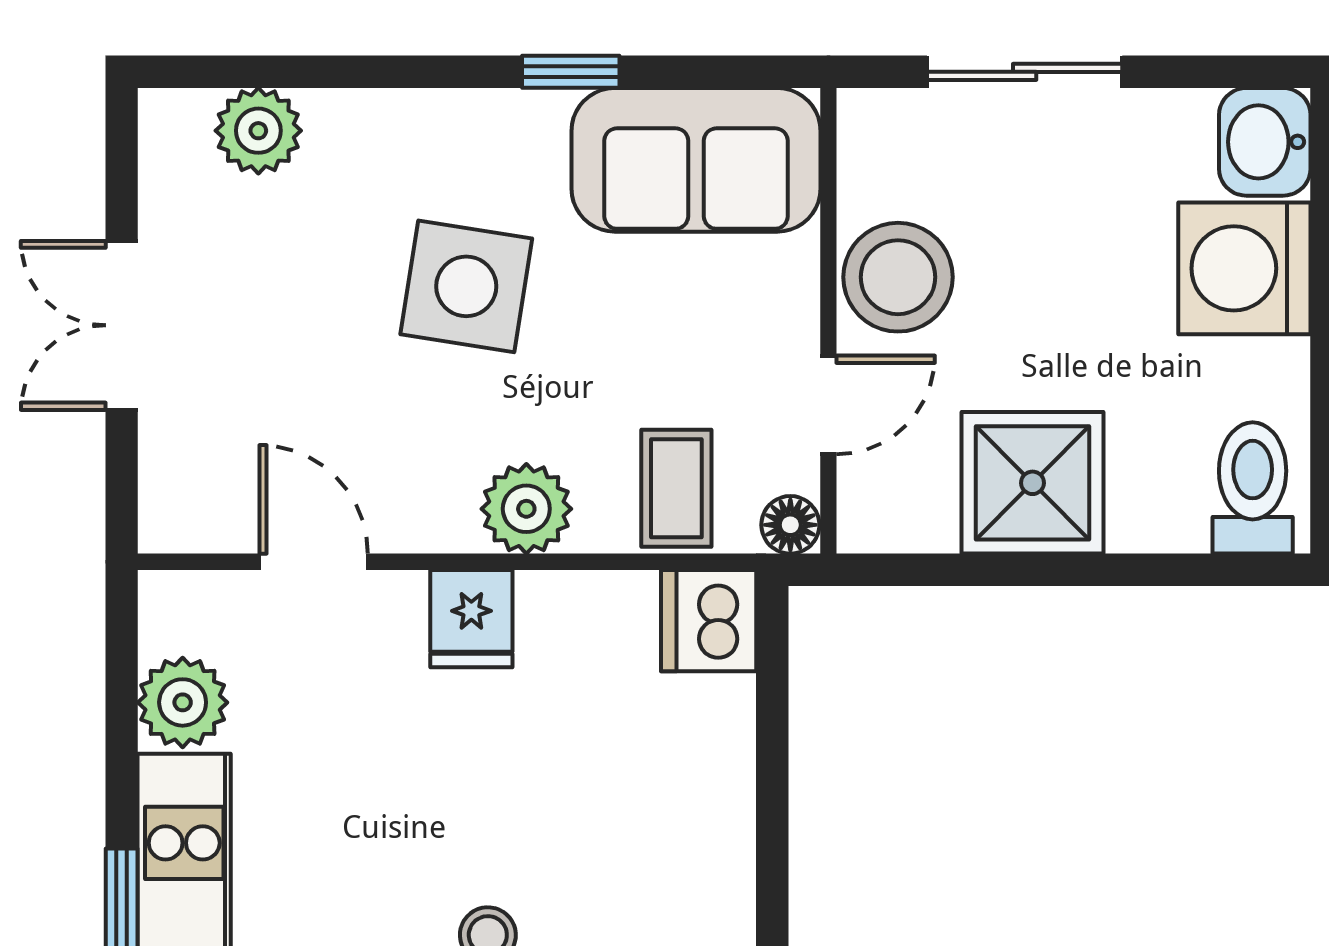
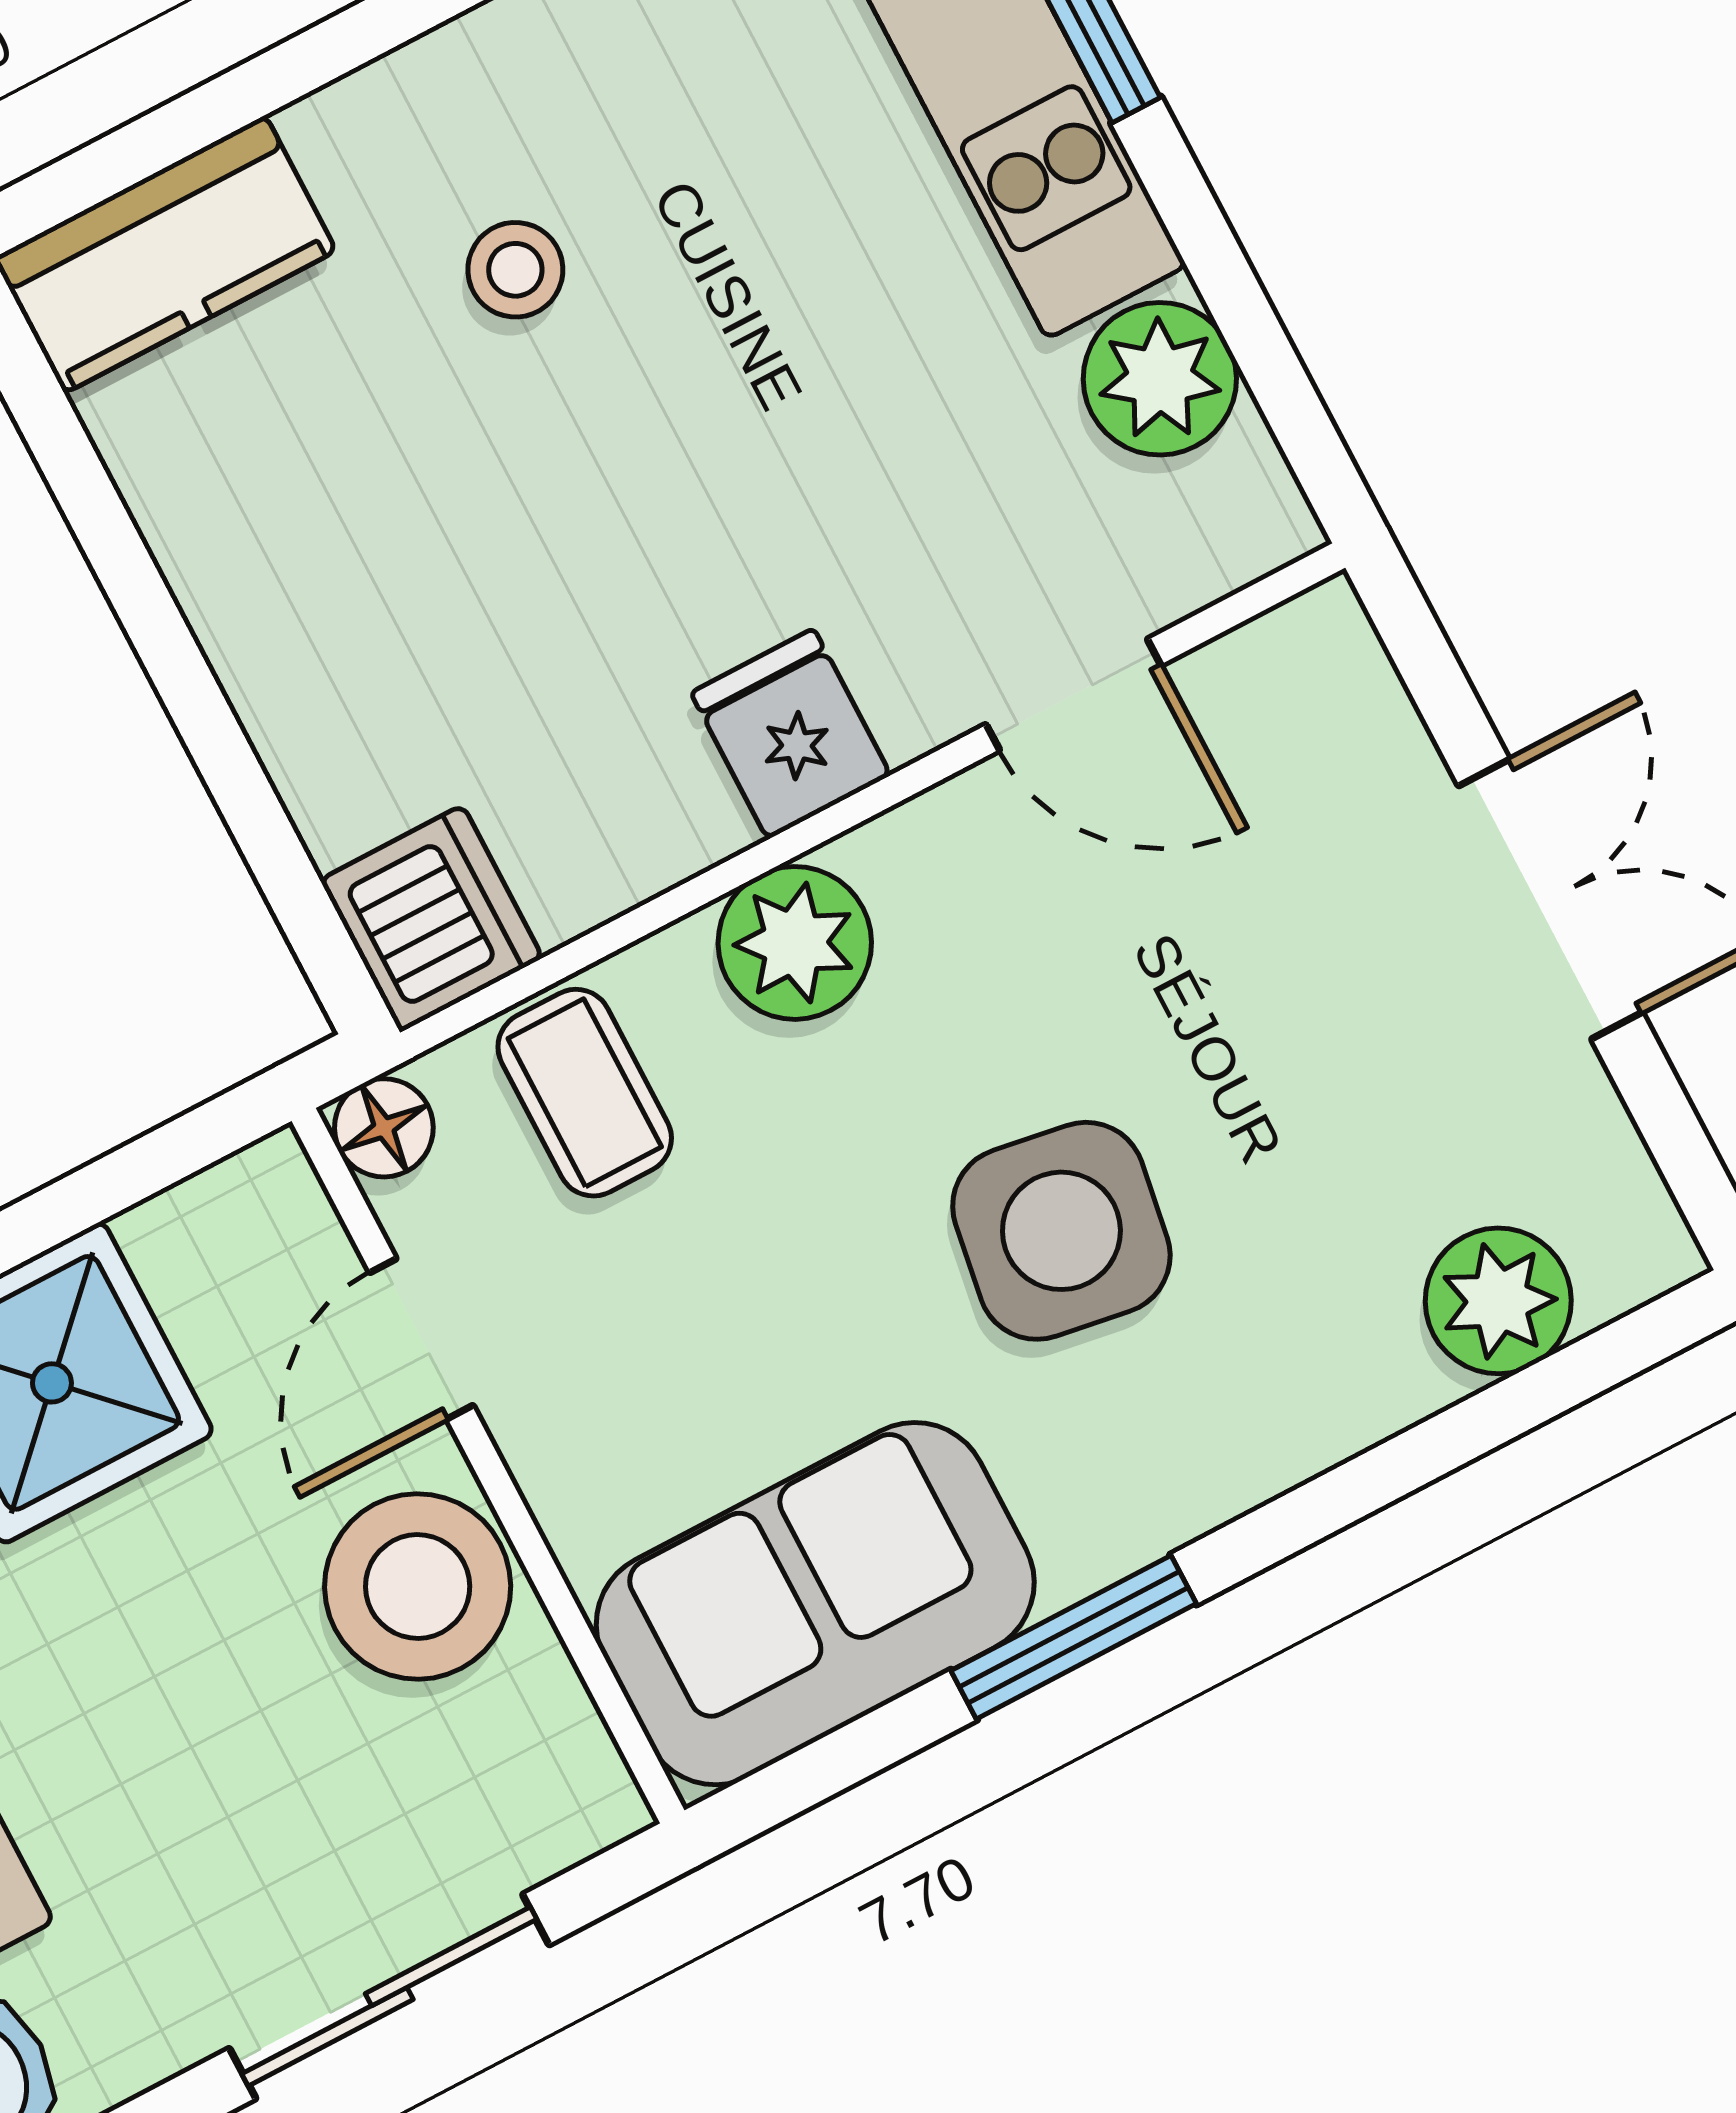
window: (571, 72) -> (1074, 1637), width x1.50

